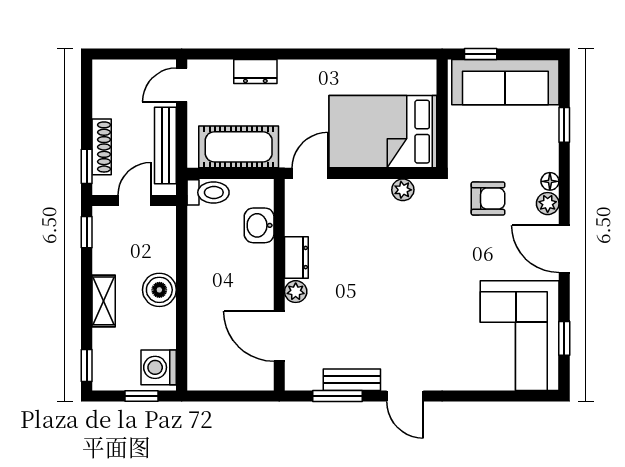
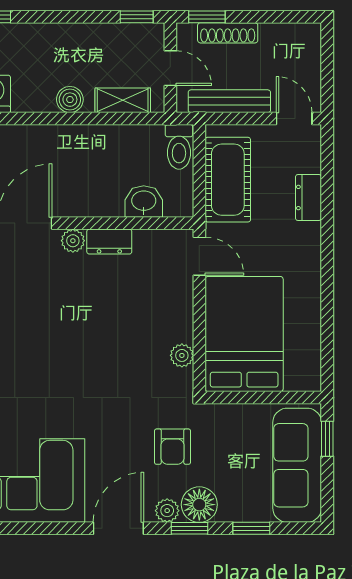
floor lamp: (550, 181) -> (199, 505), width x1.89, depth x1.89
boiler: (159, 290) -> (70, 100), width x0.73, depth x0.73
shelving: (104, 301) -> (123, 100), moved
window: (564, 338) -> (189, 528), moved

